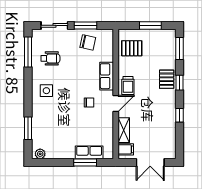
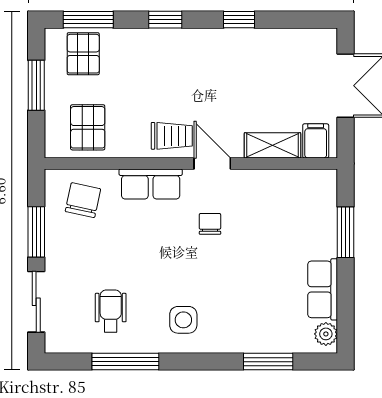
chair: (88, 42) -> (83, 200), moved
window: (28, 52) -> (125, 362), moved
pallet: (167, 79) -> (83, 54), moved, turned 90
row of seats: (89, 152) -> (323, 289), moved

